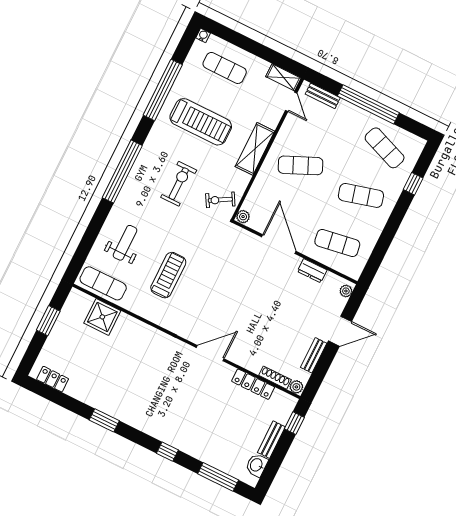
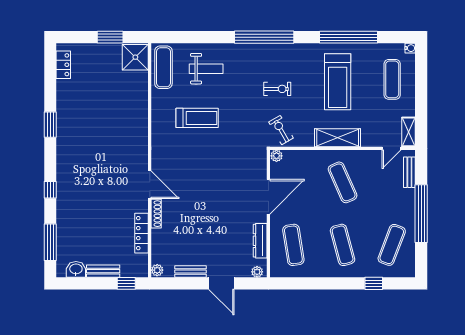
exercise bike: (179, 184) -> (277, 89), width x0.73, depth x0.72
dresser: (312, 271) -> (260, 241), width x1.44
shower: (102, 317) -> (135, 57), moved
shoe rack: (275, 378) -> (156, 214), moved

